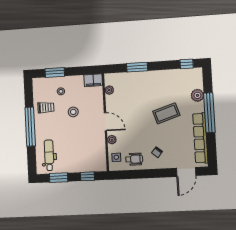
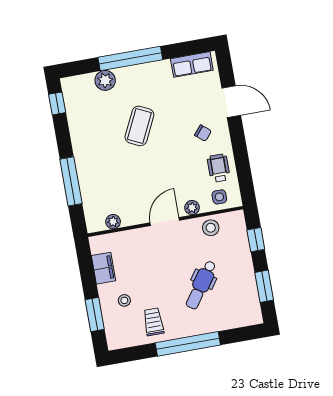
window: (137, 67) -> (71, 181), width x1.44
filing cabinet: (93, 80) -> (104, 268), moved
stool: (73, 112) -> (211, 228), moved
coffee table: (166, 113) -> (139, 126), turned 44
row of seats: (200, 138) -> (192, 64), width x0.50
dental chair: (49, 155) -> (201, 285), moved, turned -55
door: (186, 172) -> (231, 102), moved

